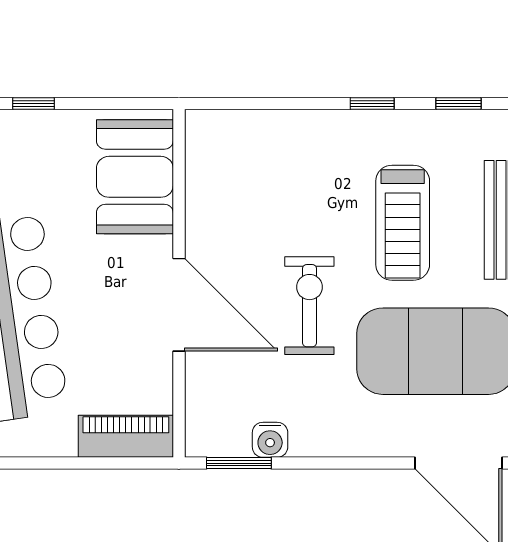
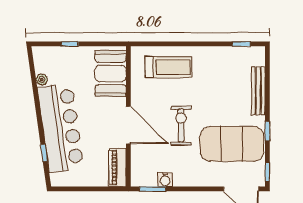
window: (372, 104) -> (206, 44), removed
treadmill: (403, 223) -> (168, 67), moved, turned -90
piano: (126, 436) -> (118, 168), moved, turned -90

